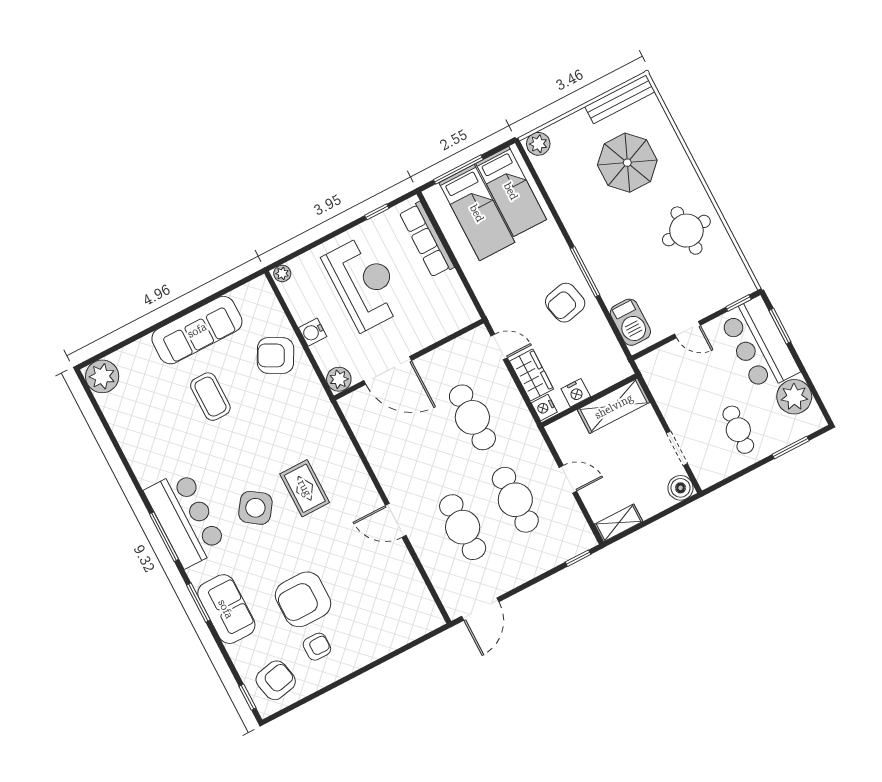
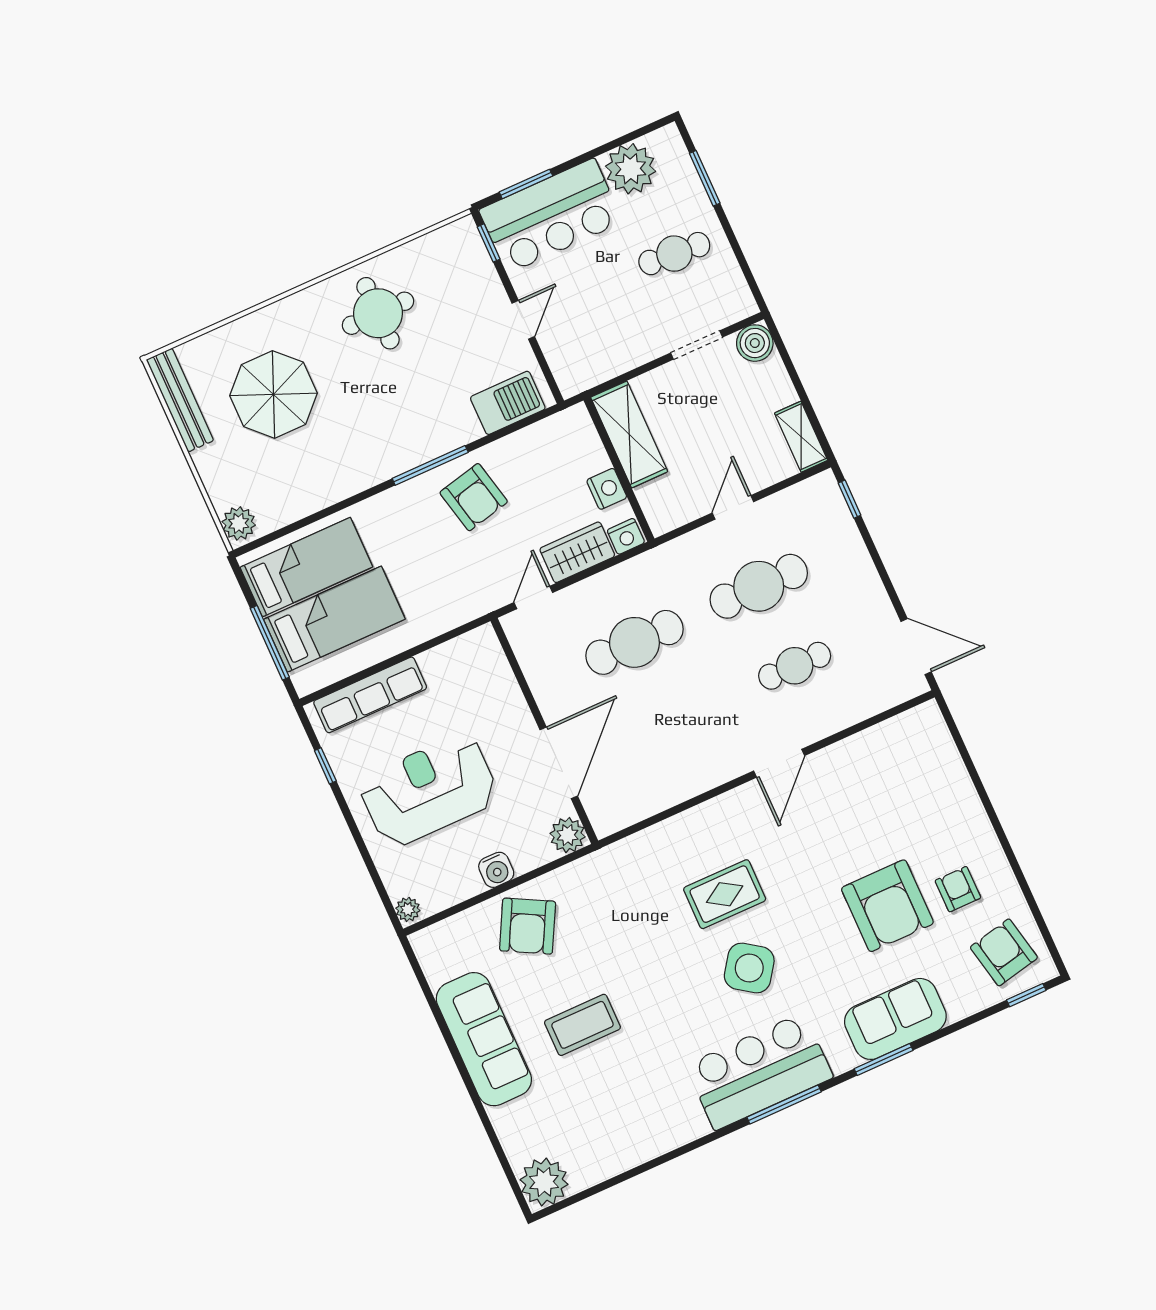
cafe table: (463, 527) -> (795, 666), width x0.73, depth x0.74

